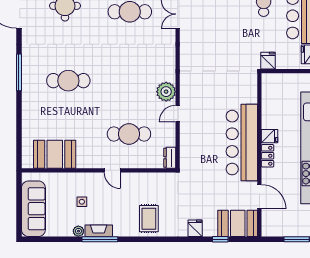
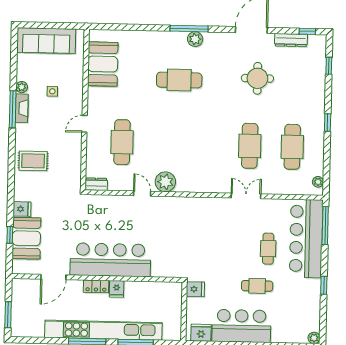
plant: (29, 66) -> (195, 39), added
cafe table: (68, 81) -> (179, 80), turned 90
booth: (238, 223) -> (26, 238), moved

